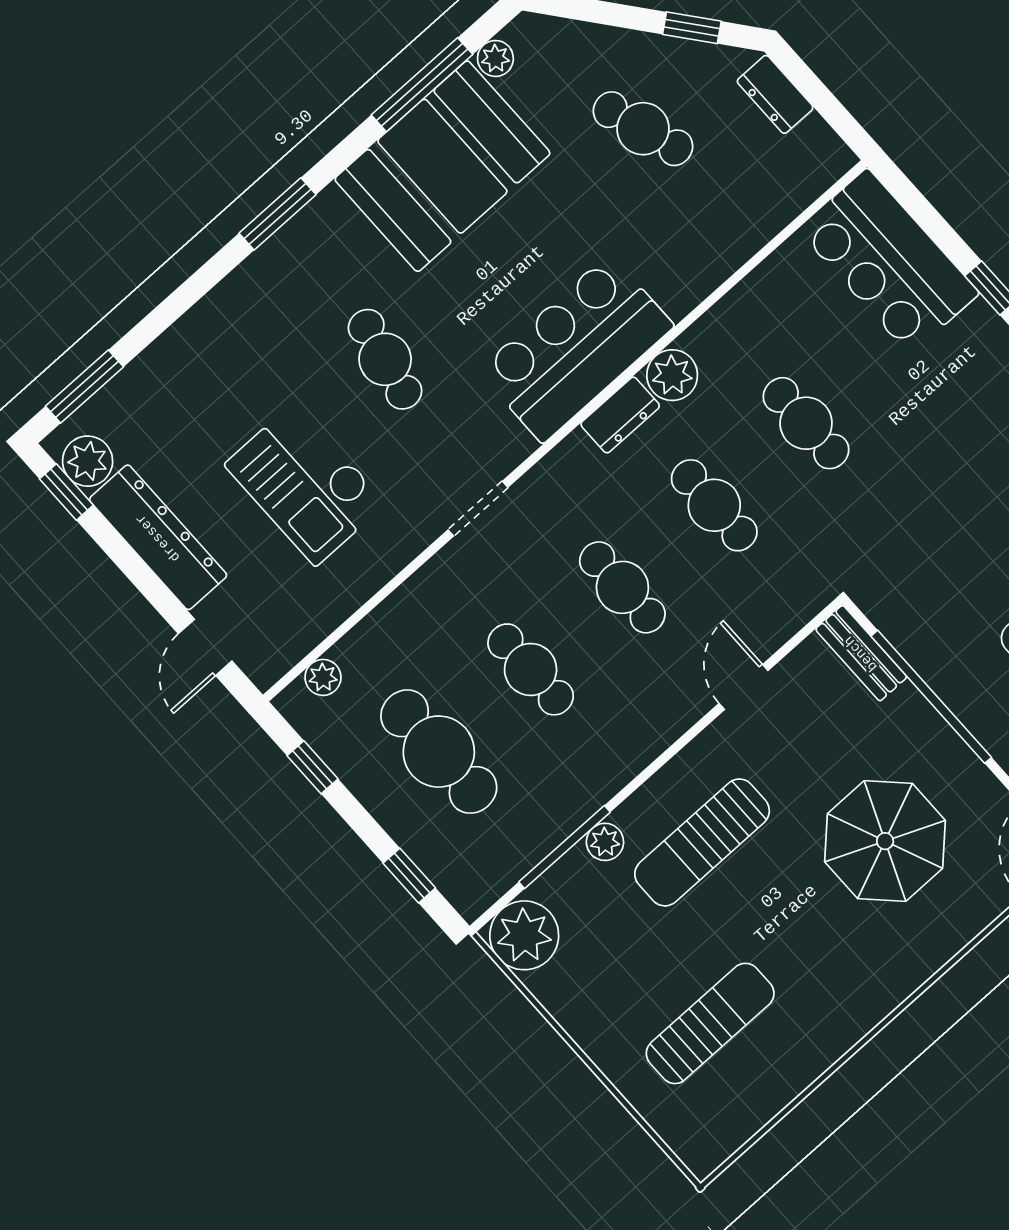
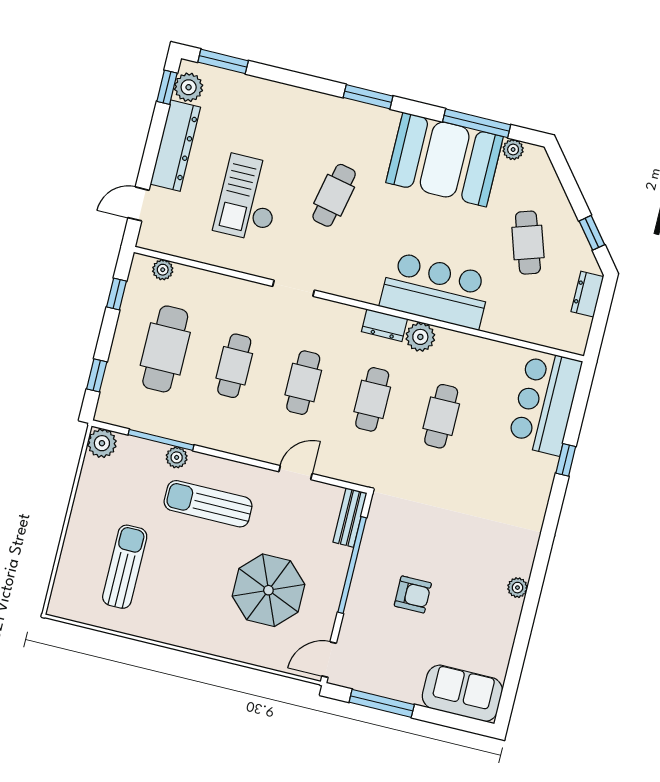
bar counter: (576, 348) -> (435, 291), moved
plant: (524, 935) -> (102, 443), width x0.73, depth x0.73
sun lounger: (710, 1023) -> (125, 567), turned -90

